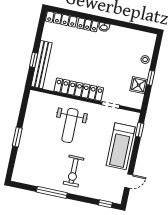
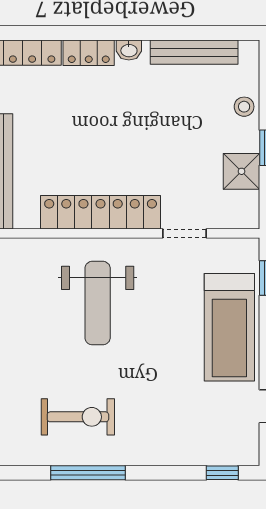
bench: (130, 34) -> (194, 52), added
exercise bike: (74, 171) -> (78, 417), moved, turned -90

